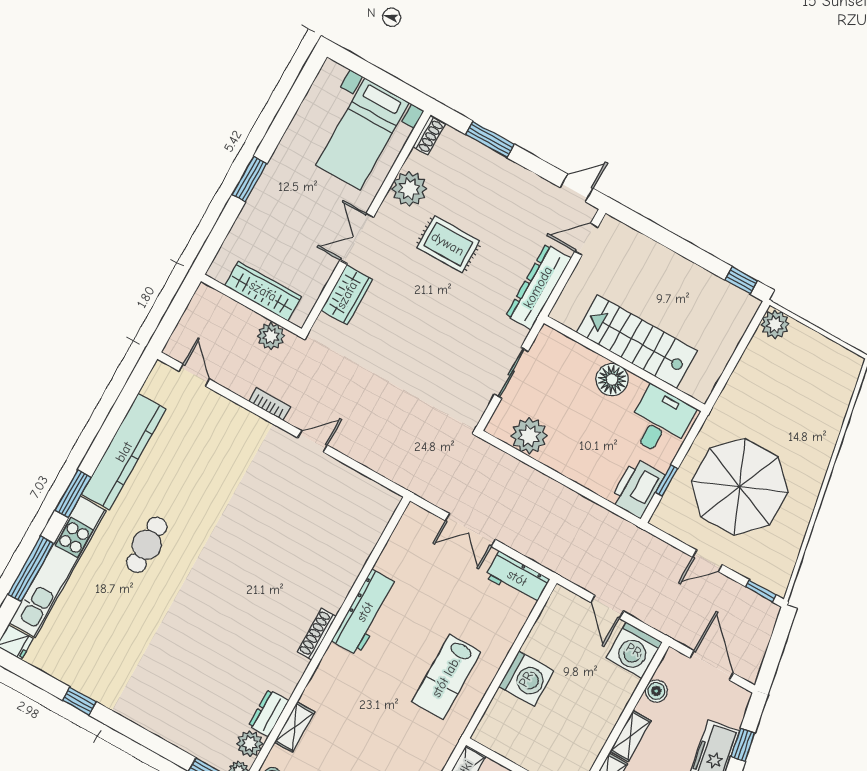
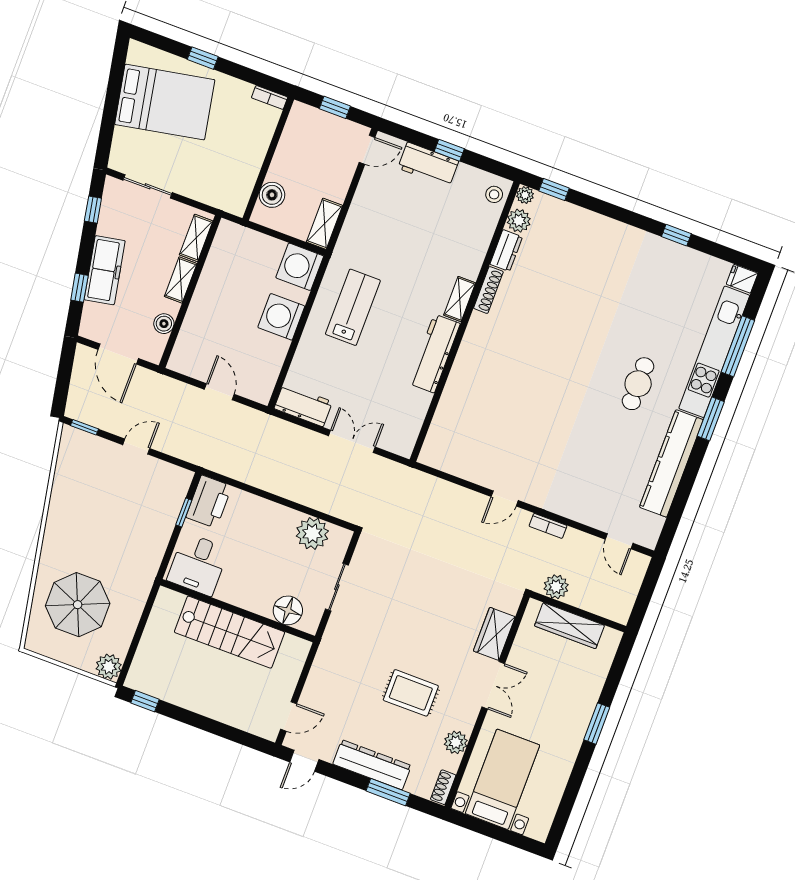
plant: (409, 189) -> (456, 742), width x0.73, depth x0.73
dresser: (538, 287) -> (372, 765), moved, turned -90
floor lamp: (612, 380) -> (288, 610), moved
parasol: (740, 487) -> (78, 605), moved, width x0.73, depth x0.73
shoe rack: (317, 634) -> (488, 290), moved
washing machine: (634, 650) -> (300, 267), moved, turned -90
shelving: (295, 727) -> (460, 299), moved

